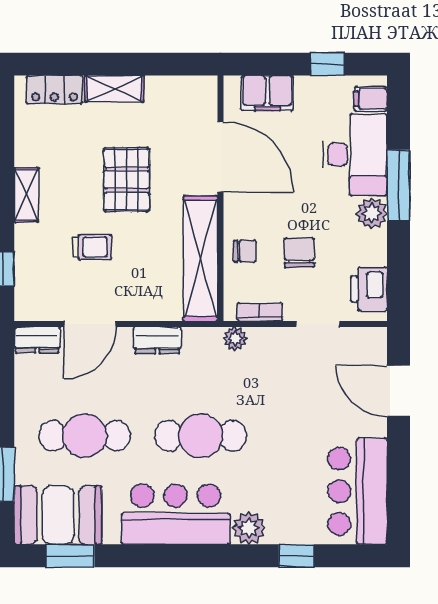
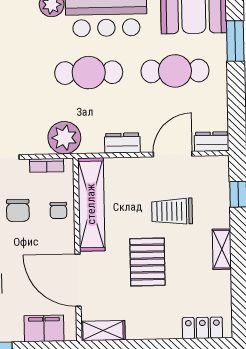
shelving: (114, 89) -> (103, 331), moved
trolley: (92, 247) -> (172, 211), width x1.36, depth x1.39
chair: (245, 251) -> (58, 210), turned -90
plant: (235, 339) -> (64, 138), width x1.87, depth x1.87

